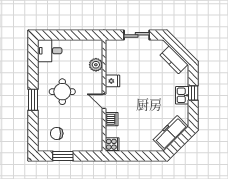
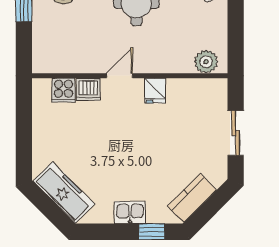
plant: (96, 65) -> (206, 62), moved
window: (193, 93) -> (152, 232), moved
cooker: (112, 144) -> (63, 90), moved

